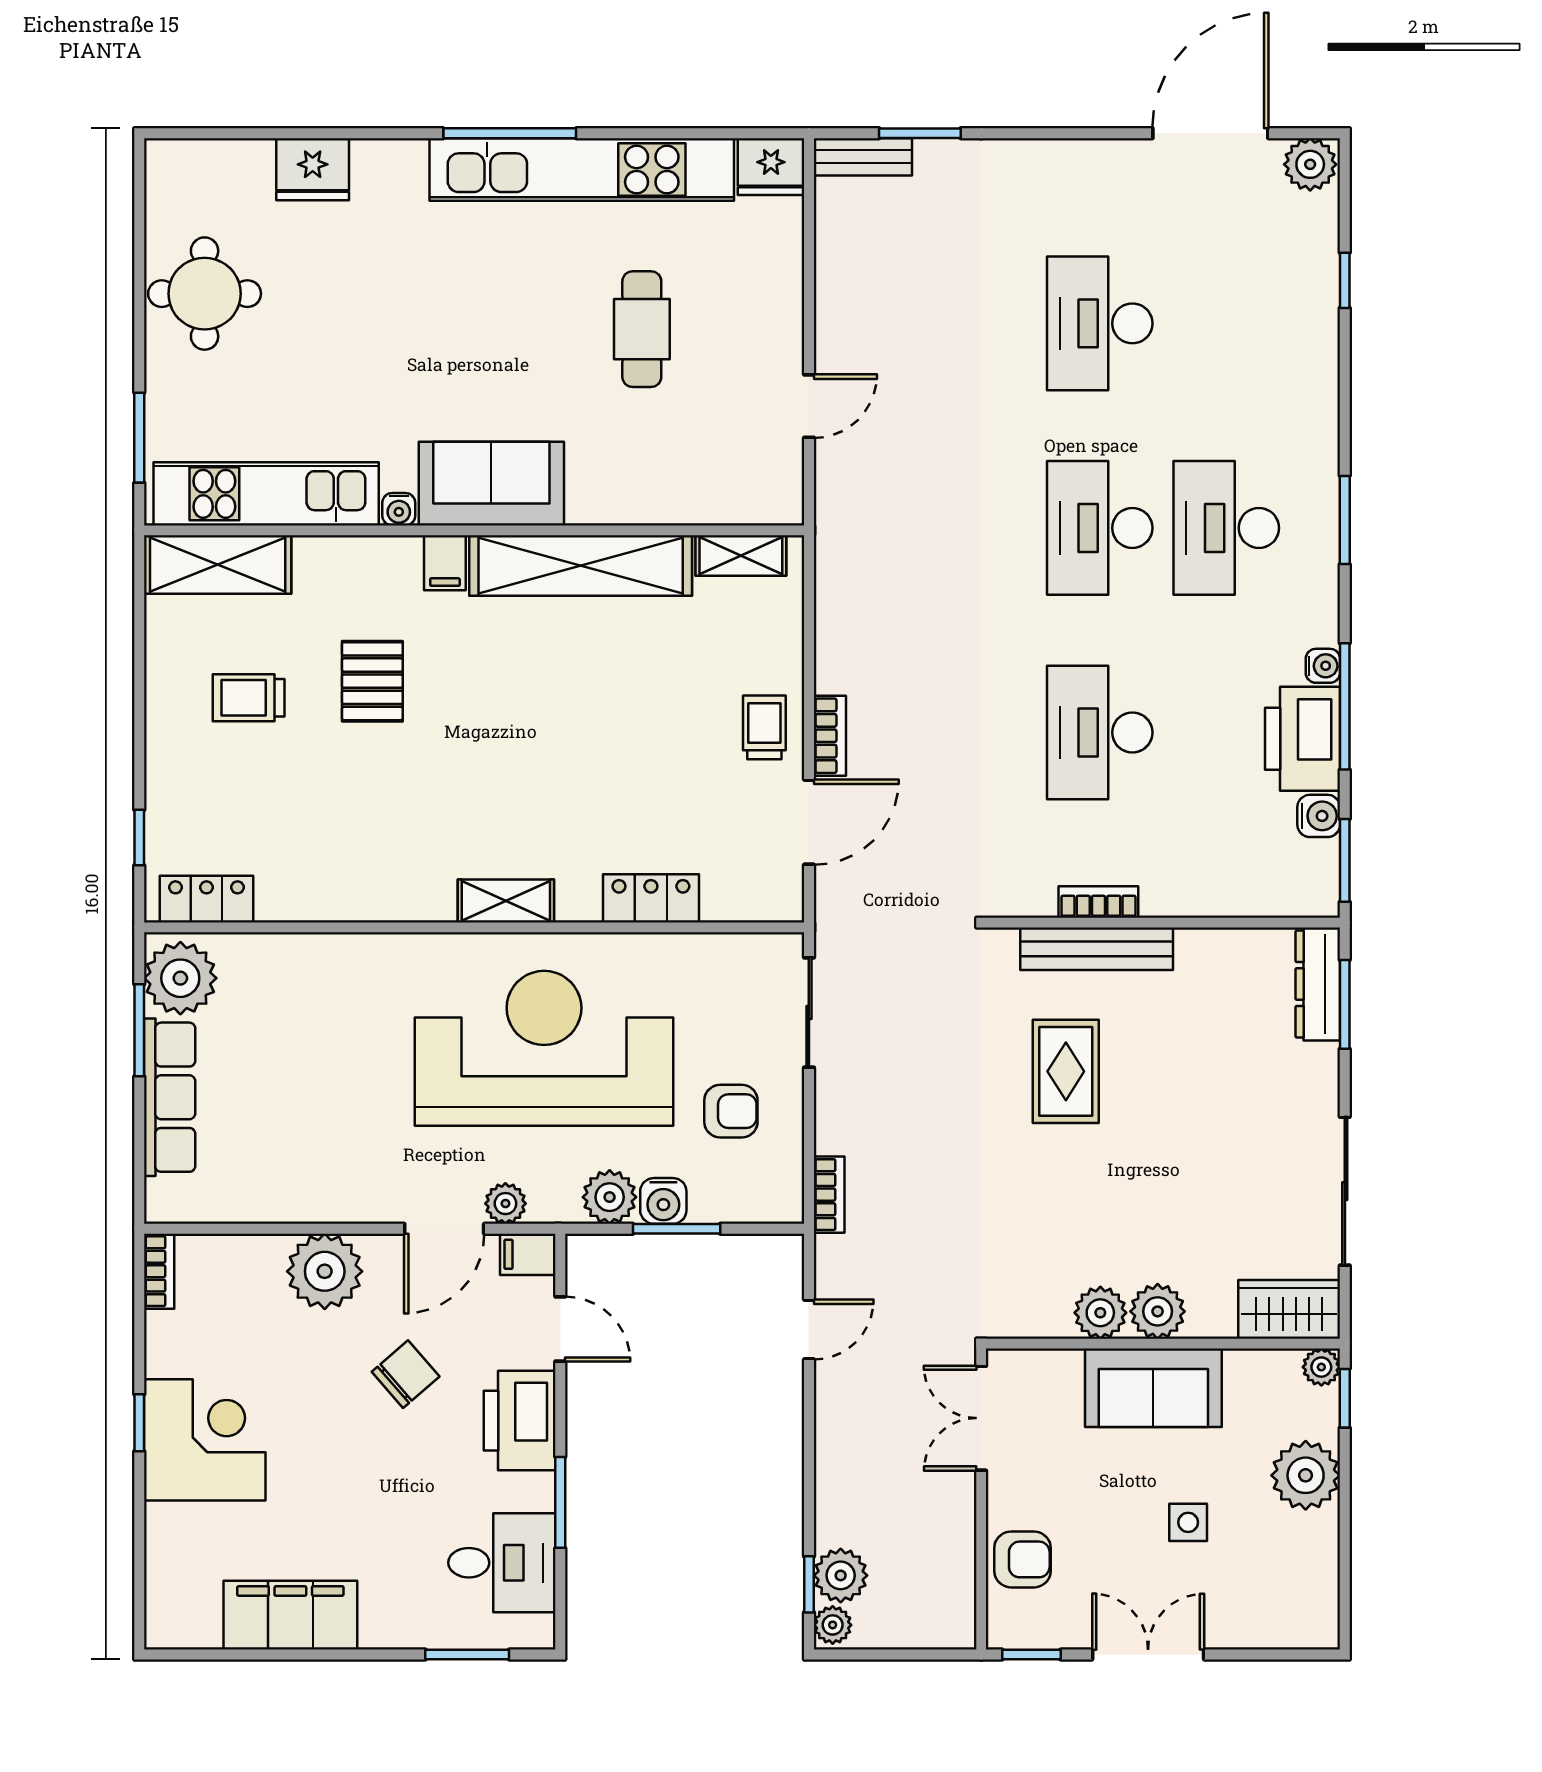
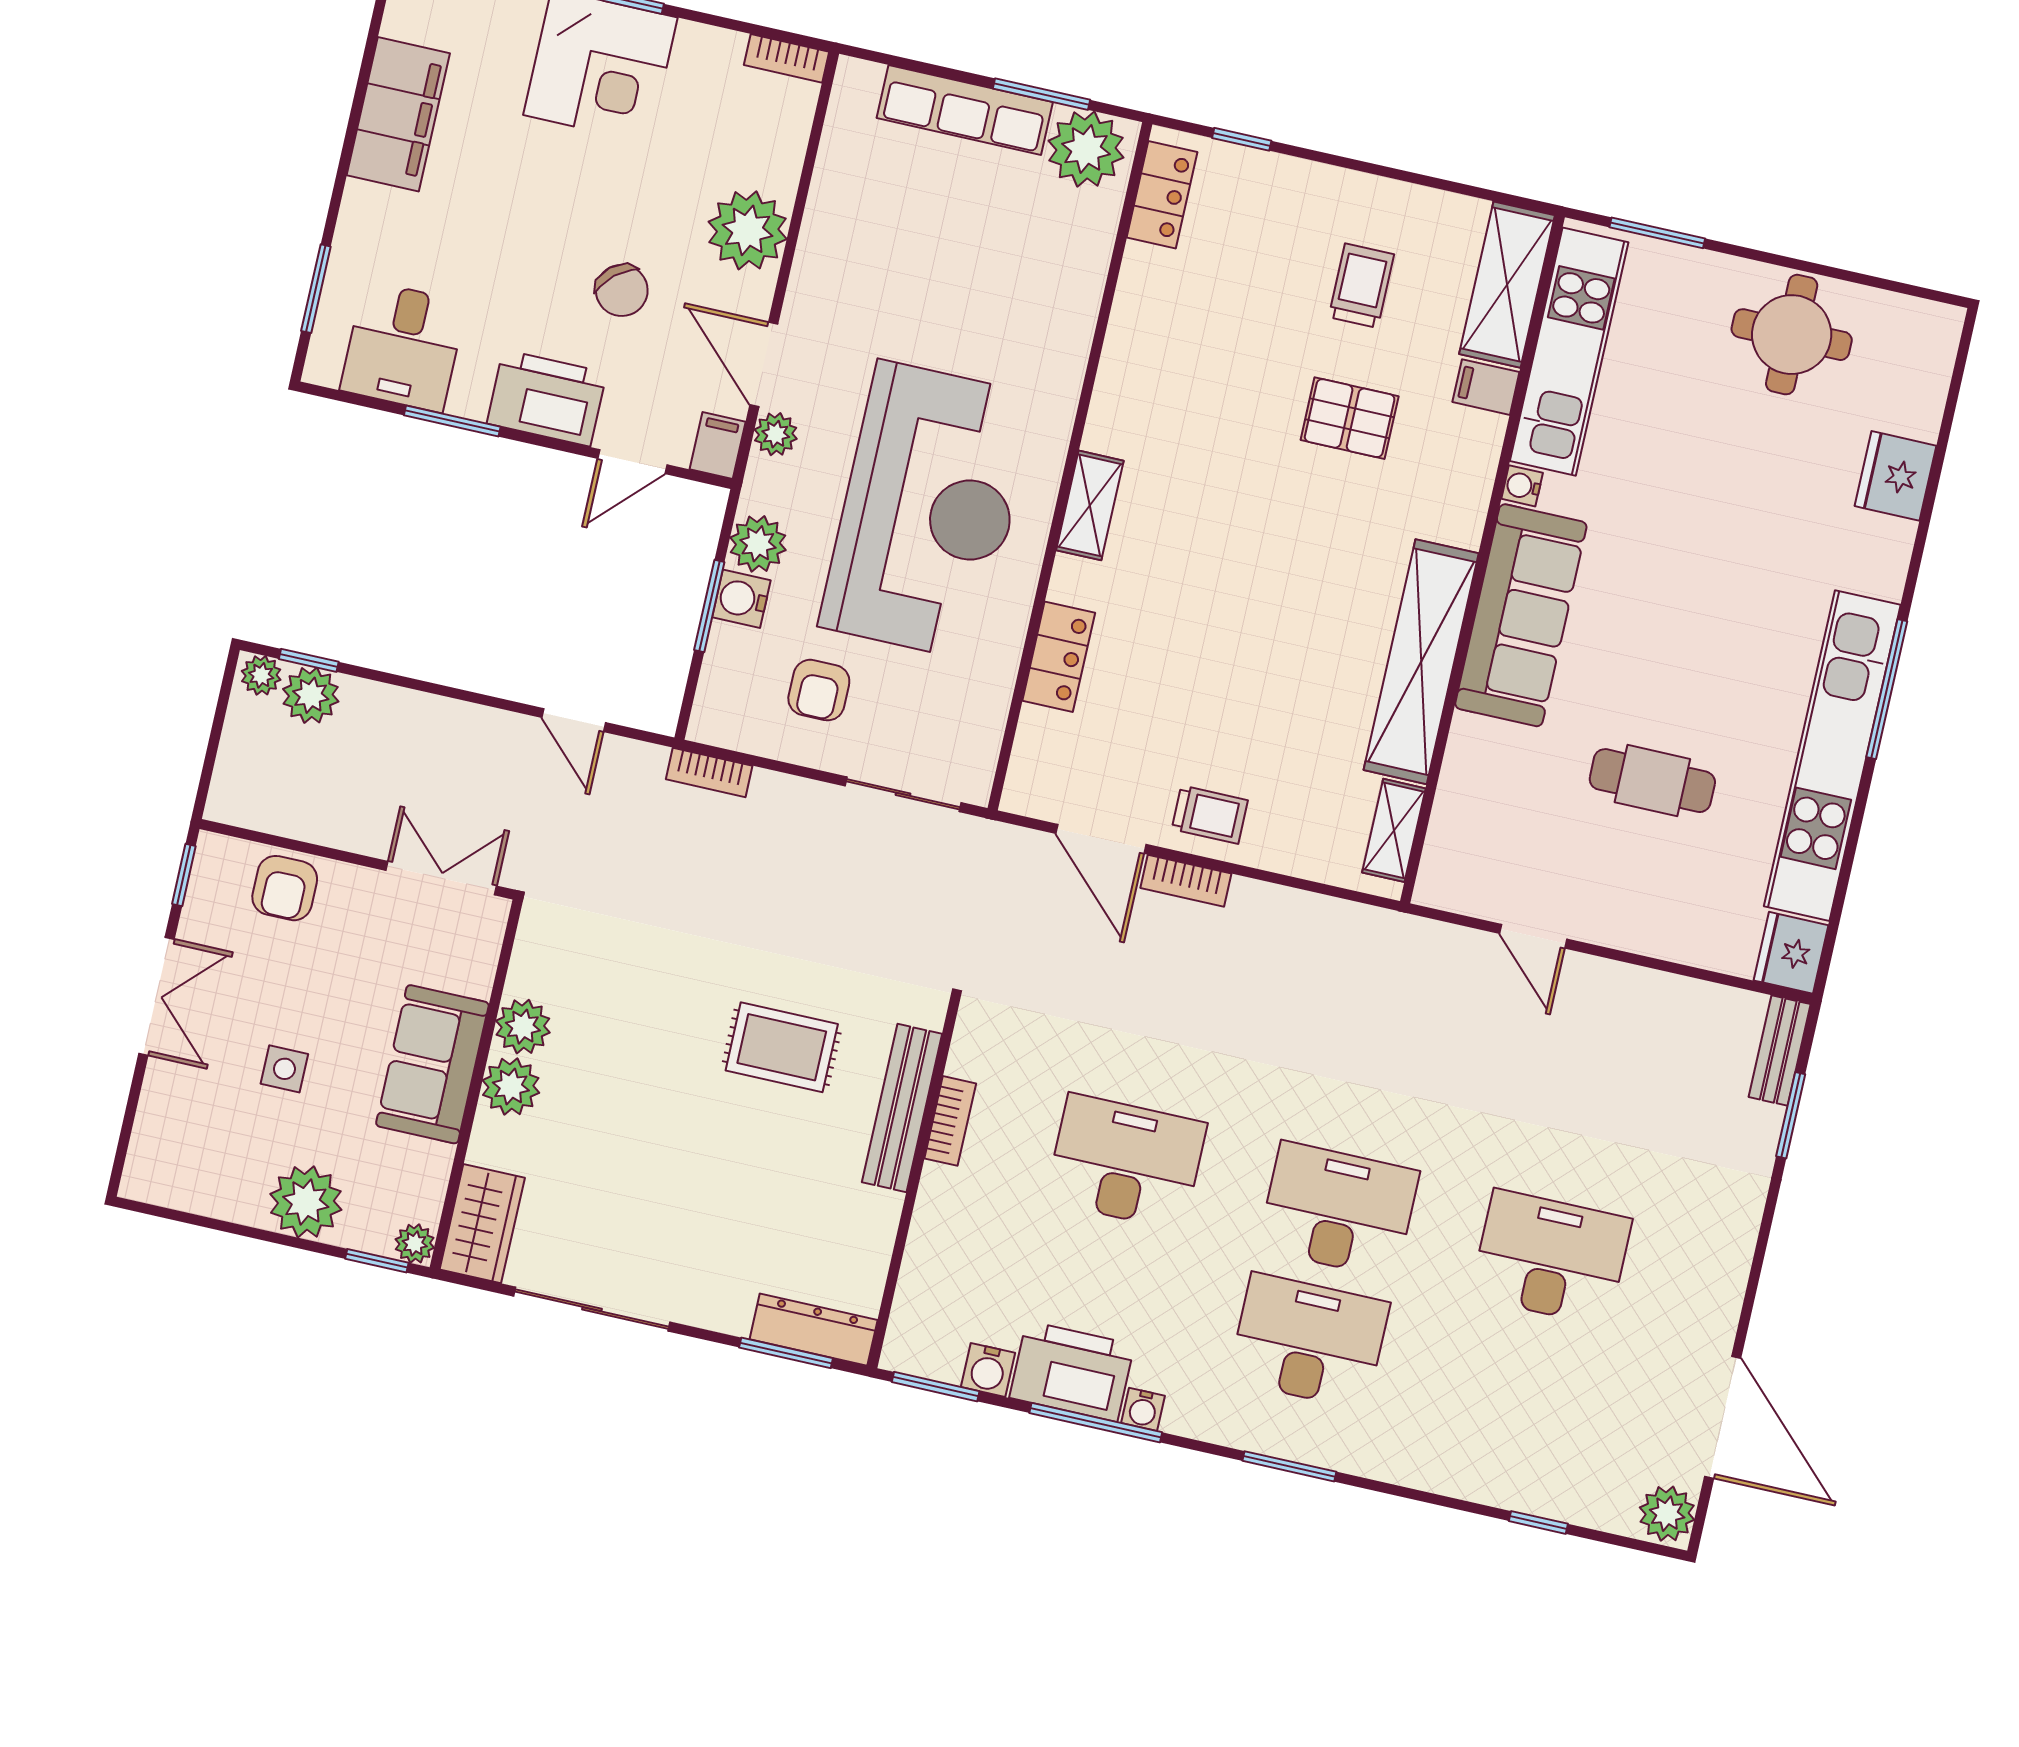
sofa: (491, 484) -> (1521, 615), width x1.36
filing cabinet: (445, 563) -> (1486, 387), moved

